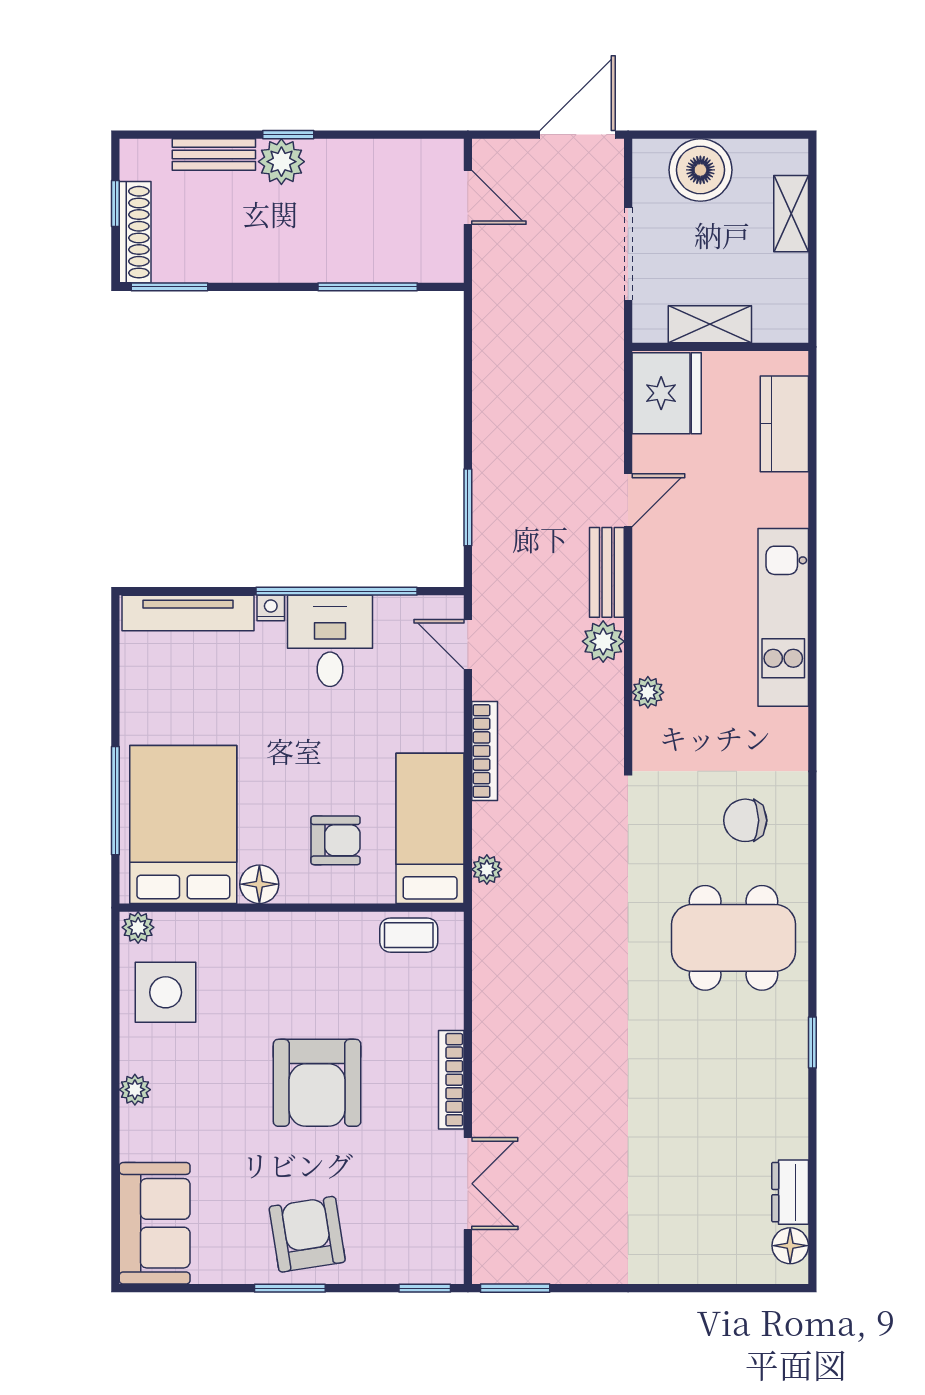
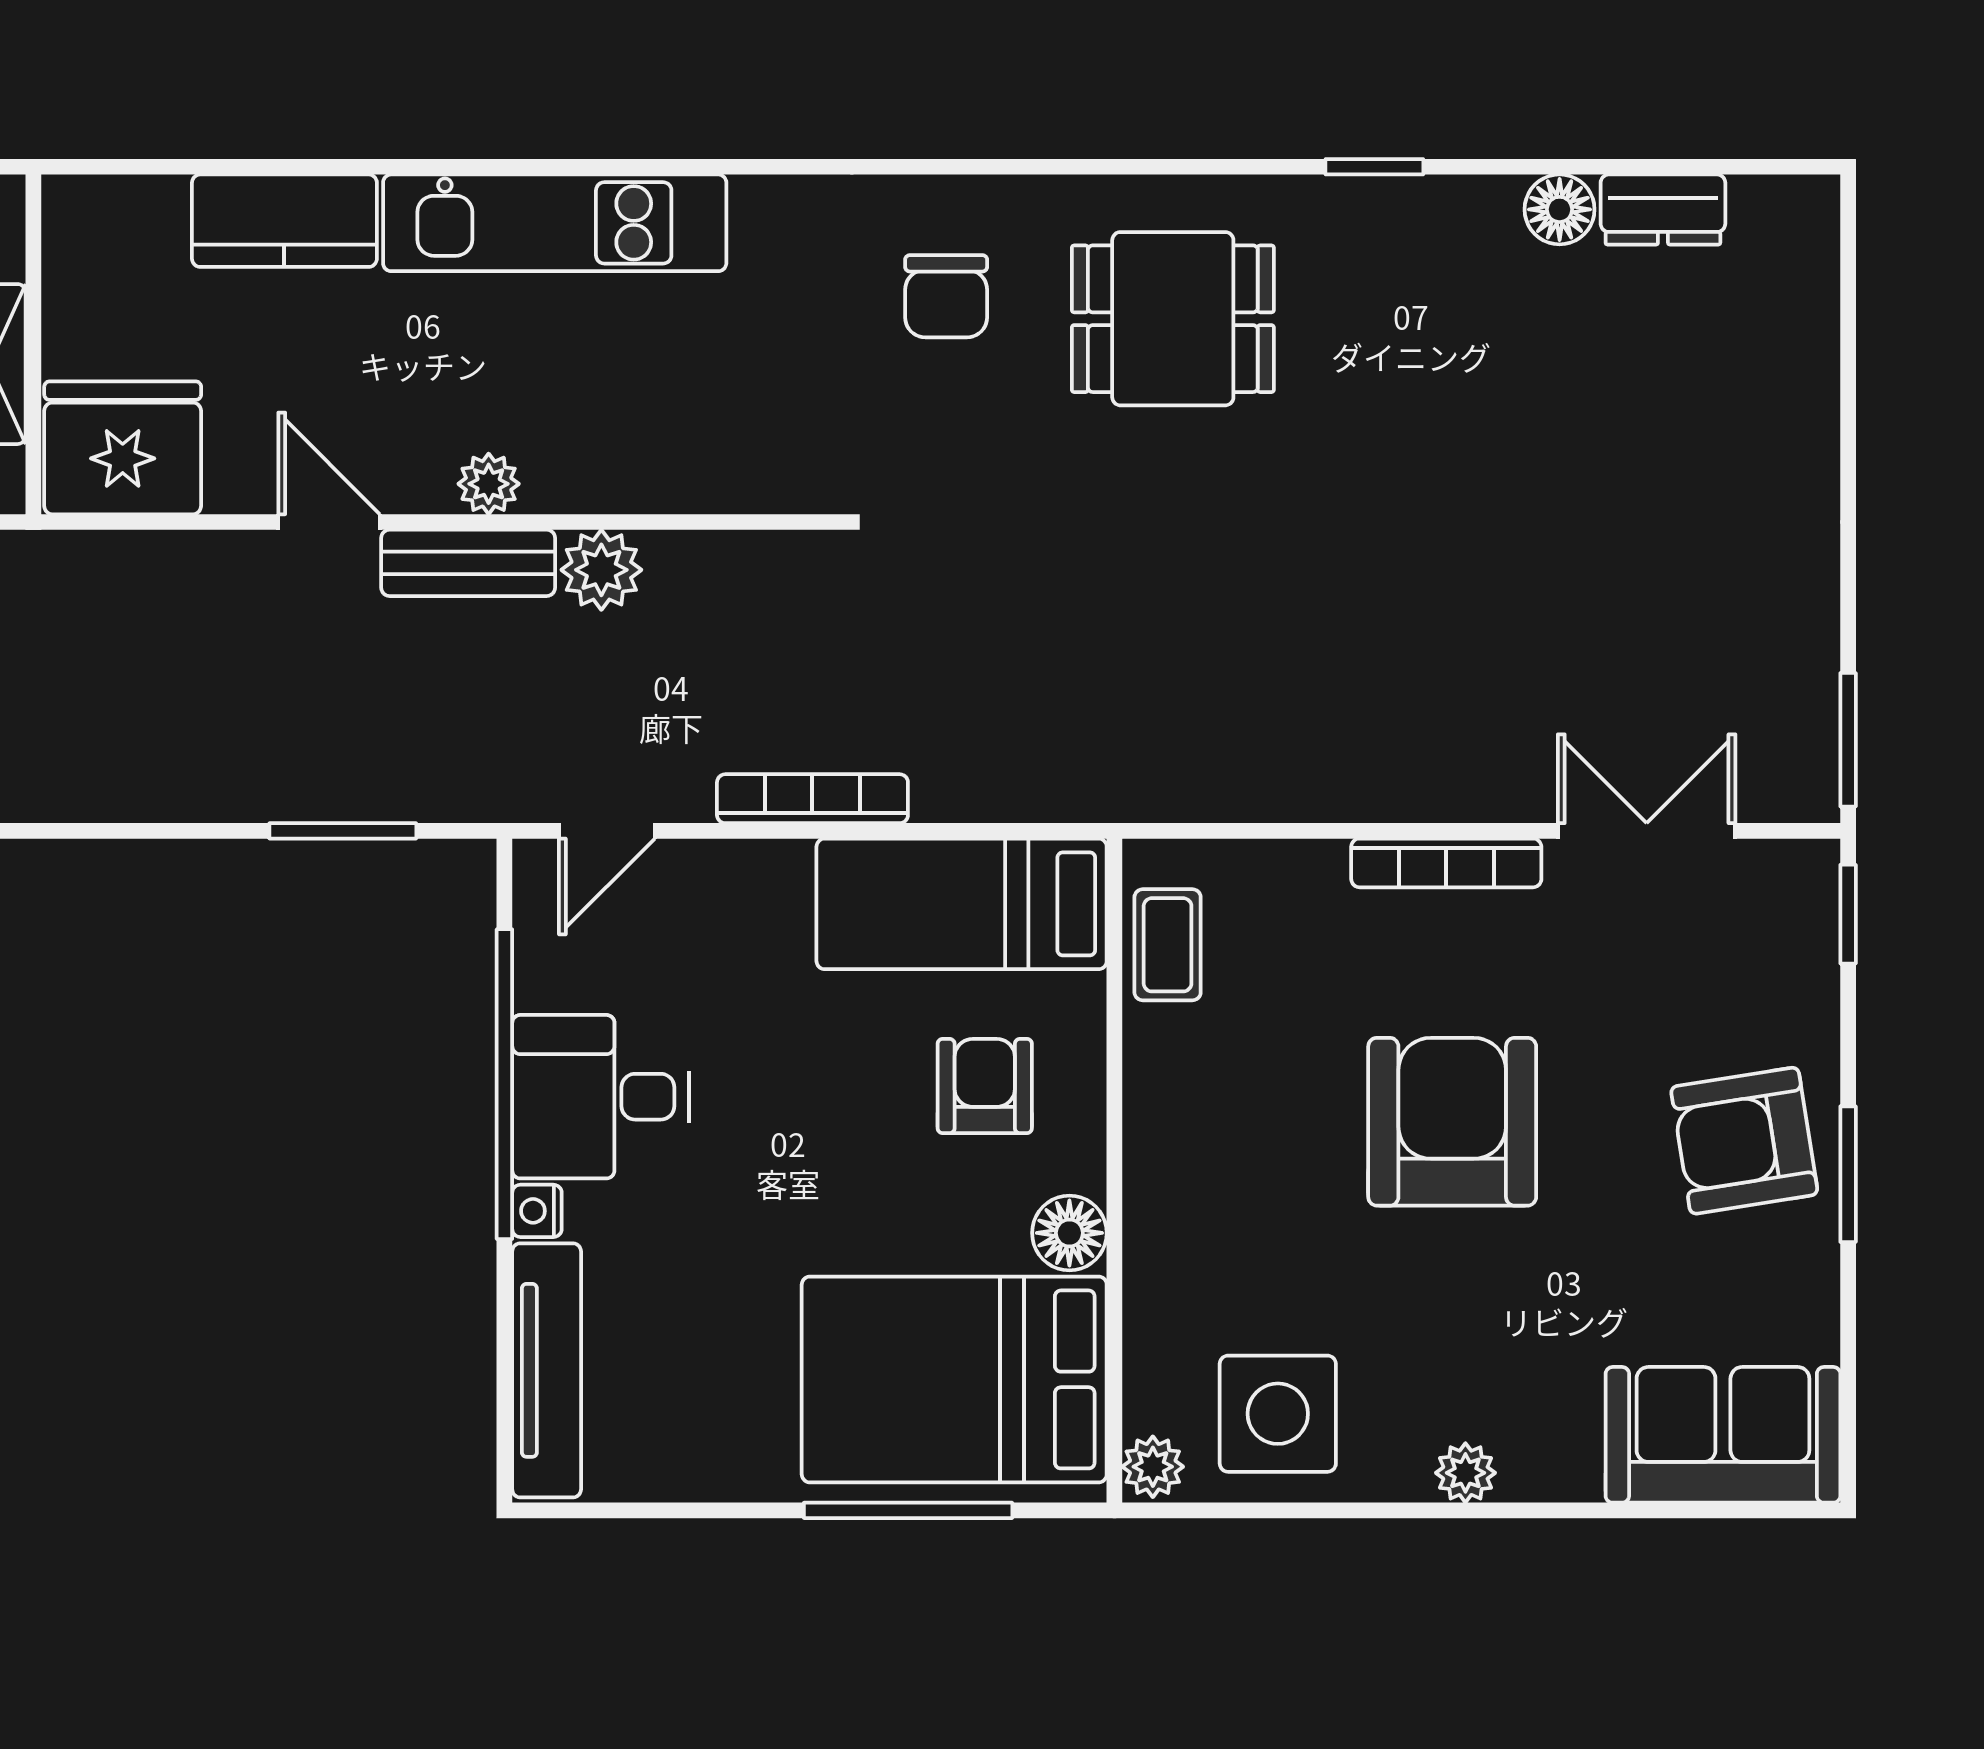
kitchen counter: (784, 424) -> (284, 221), moved
plant: (648, 692) -> (489, 484), moved
plant: (487, 869) -> (1041, 794), removed
dining table: (734, 938) -> (1173, 319), width x0.73
armchair: (317, 1083) -> (1452, 1122), turned -90
floor lamp: (790, 1246) -> (1560, 209), moved

